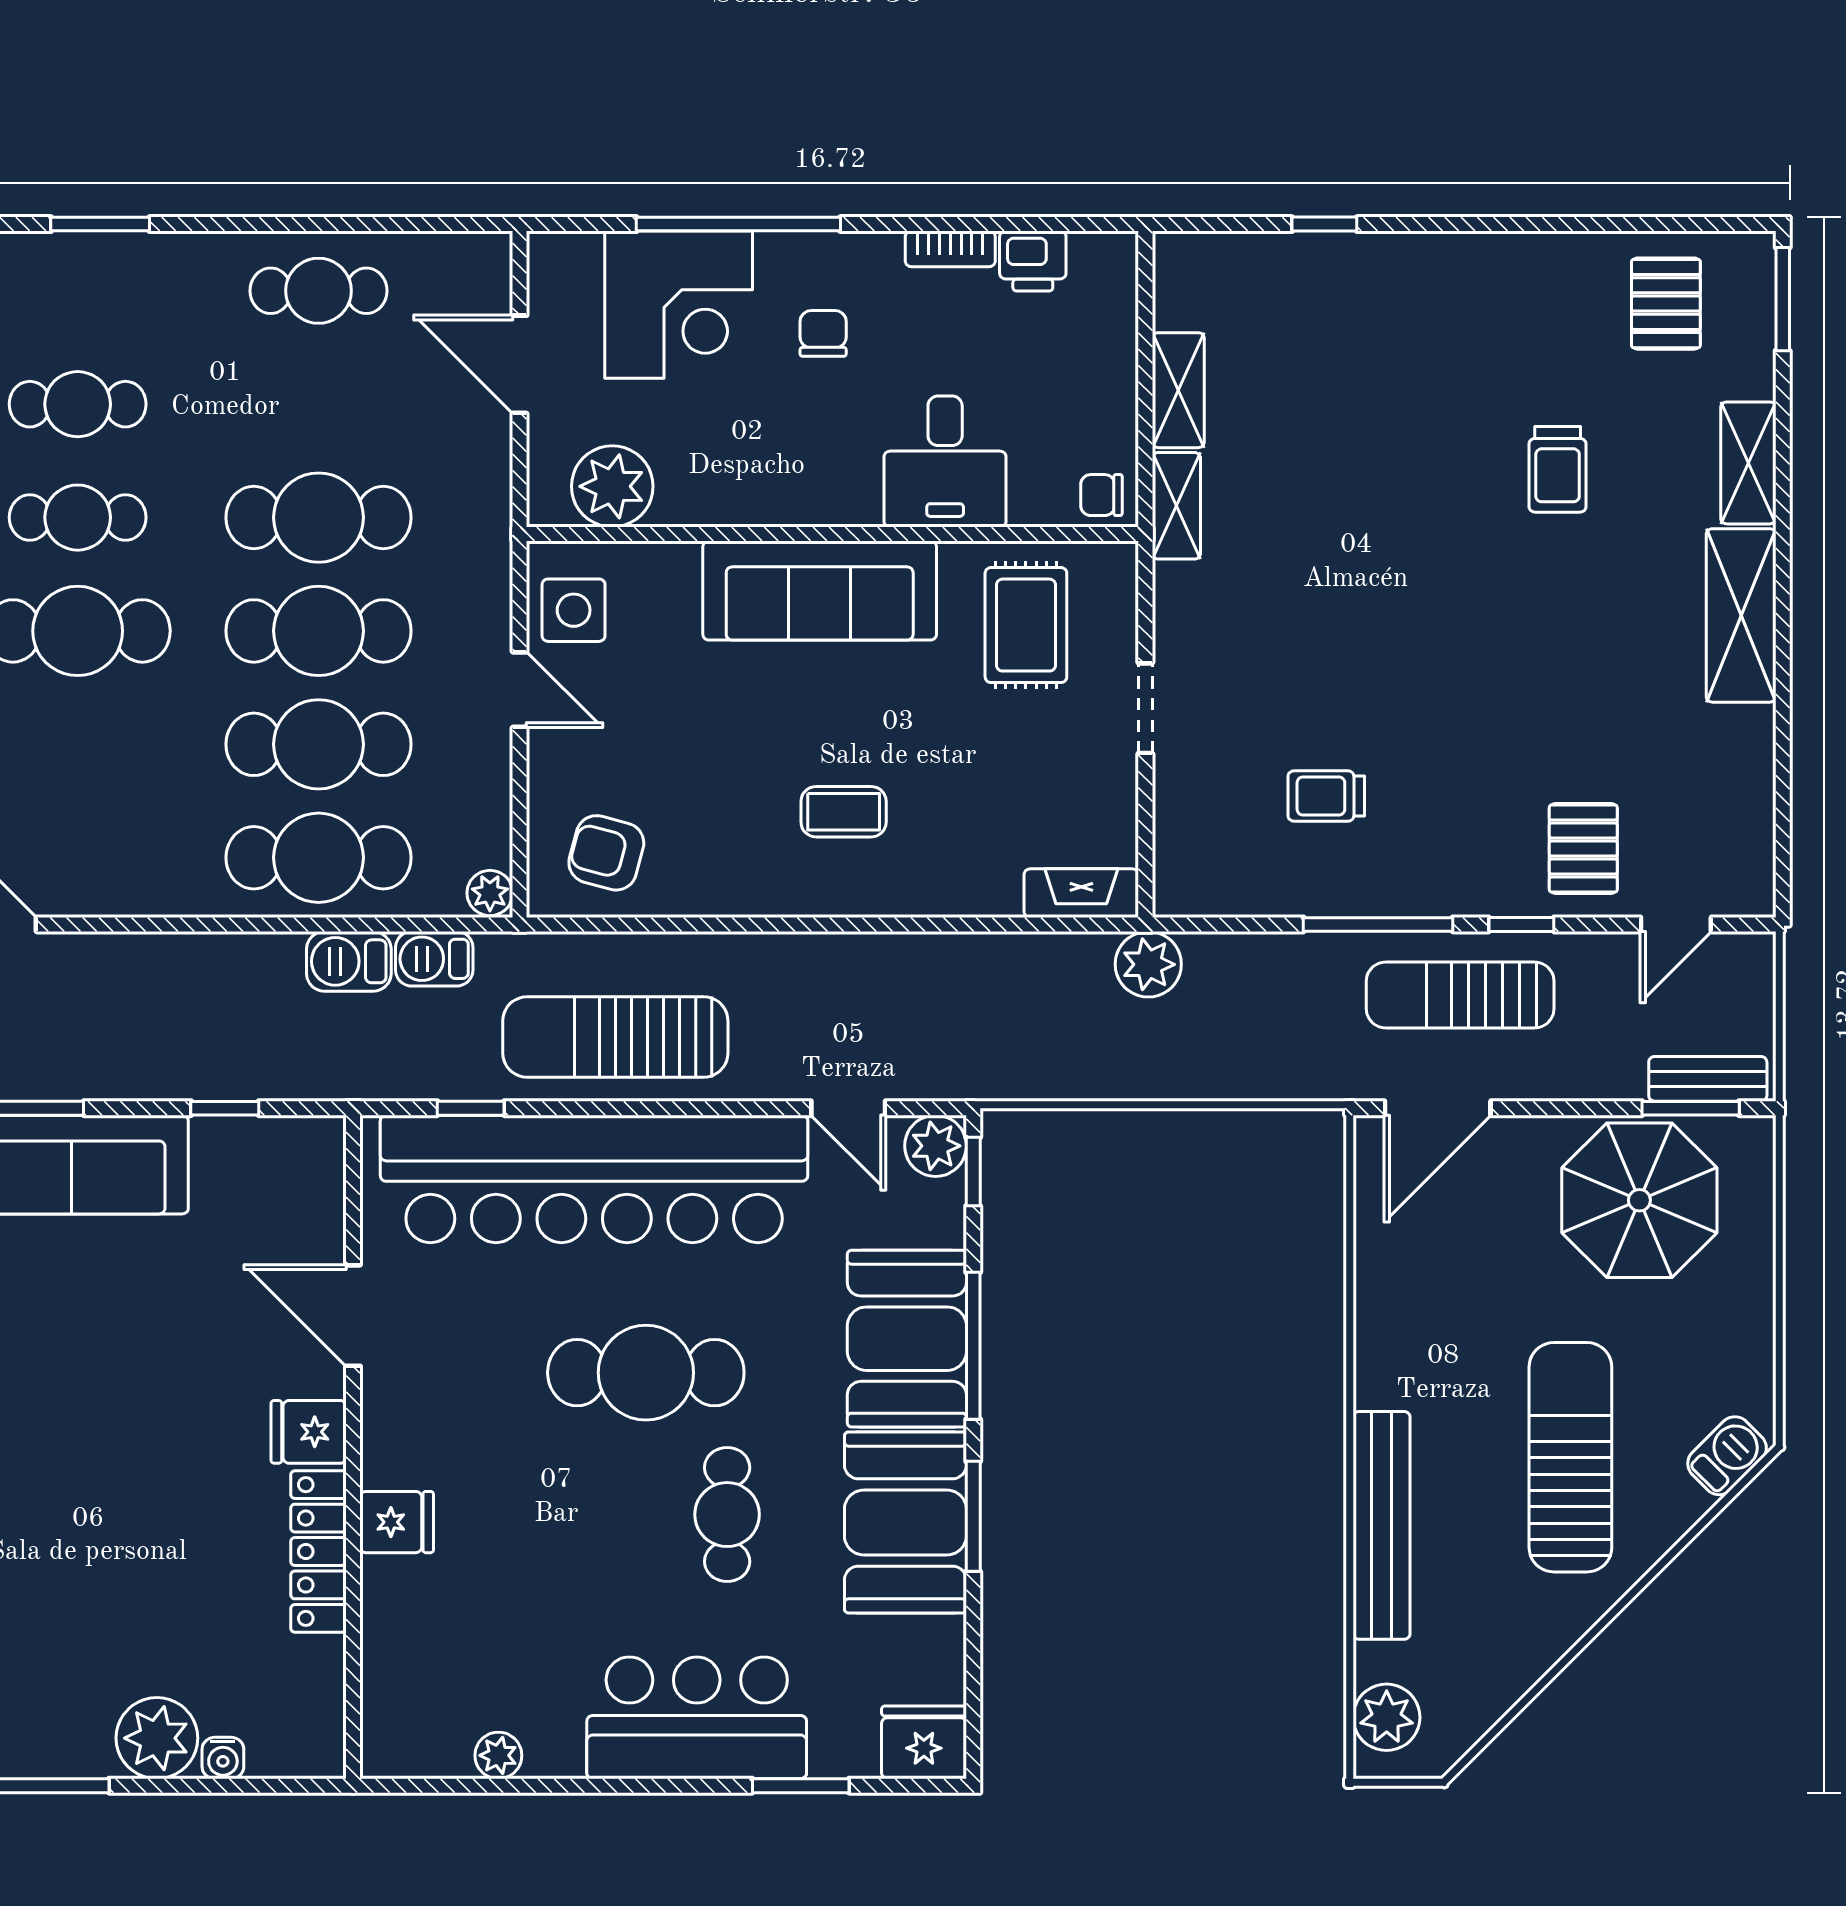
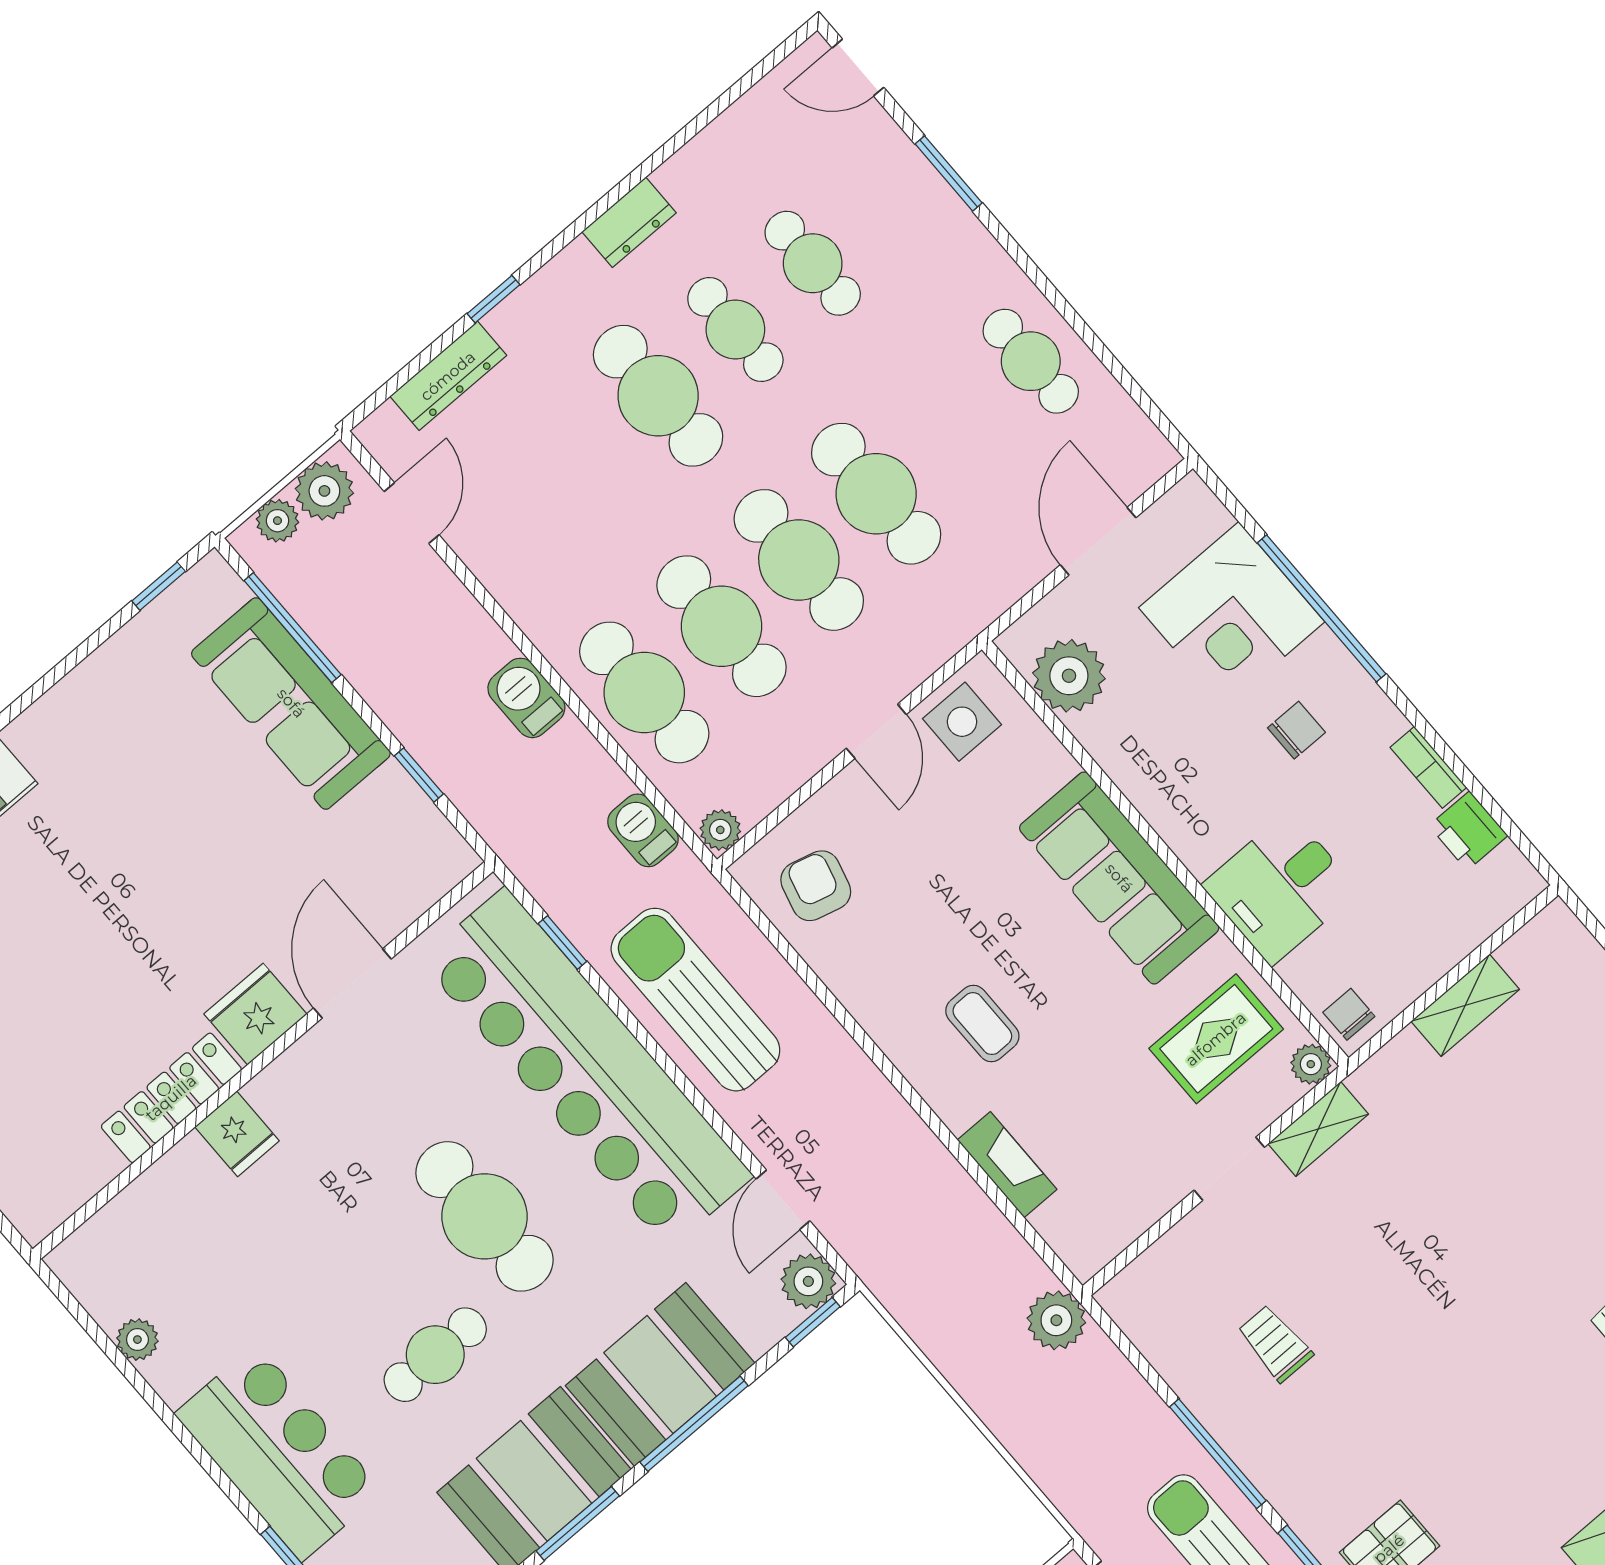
shelving: (1176, 506) -> (1318, 1129), moved
plant: (1116, 563) -> (1311, 1064), added
fireplace: (1081, 893) -> (1007, 1165), moved
barbecue: (349, 961) -> (526, 698), moved
fridge: (309, 1432) -> (255, 1014), width x1.38

